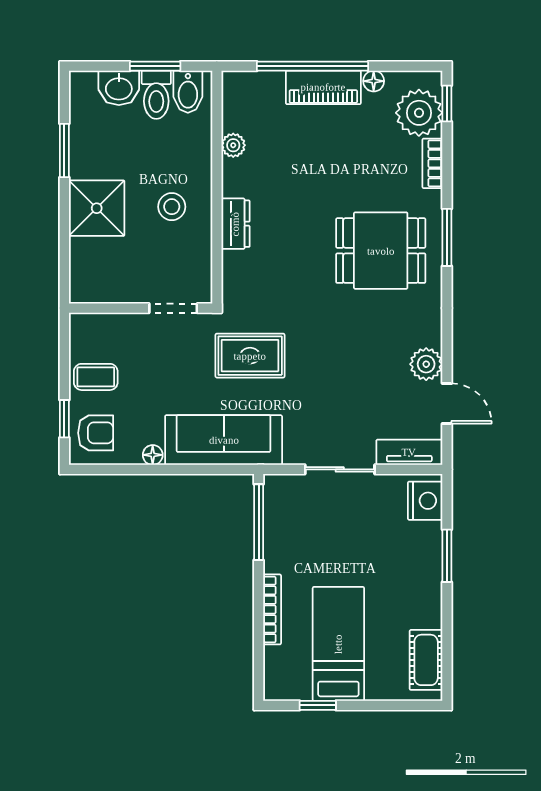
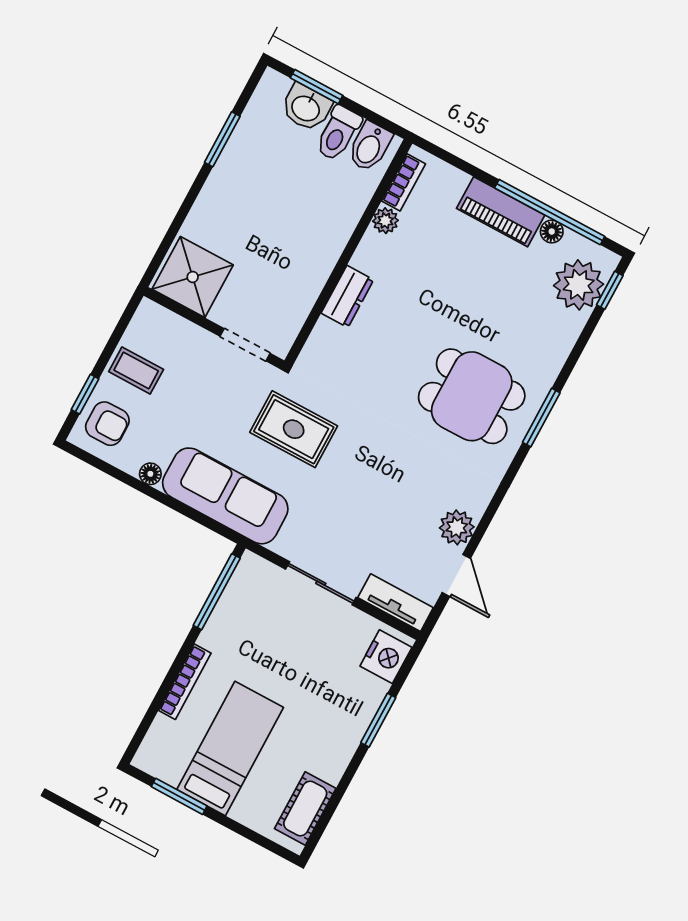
window: (155, 66) -> (317, 87), moved
window: (312, 66) -> (550, 212), moved
bookcase: (432, 163) -> (404, 182), moved, turned 180
stool: (172, 207) -> (296, 248), removed
shower: (97, 208) -> (193, 277), moved
window: (318, 705) -> (179, 796), width x1.50

